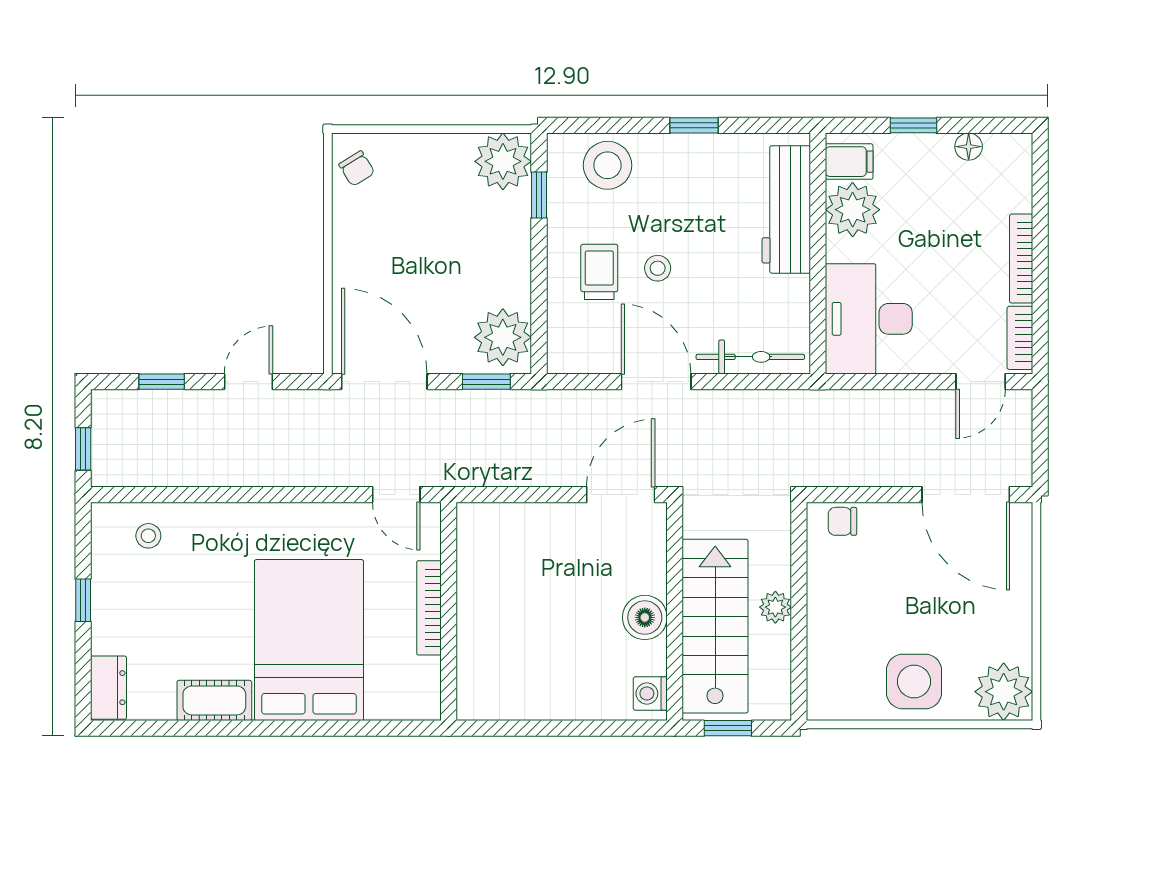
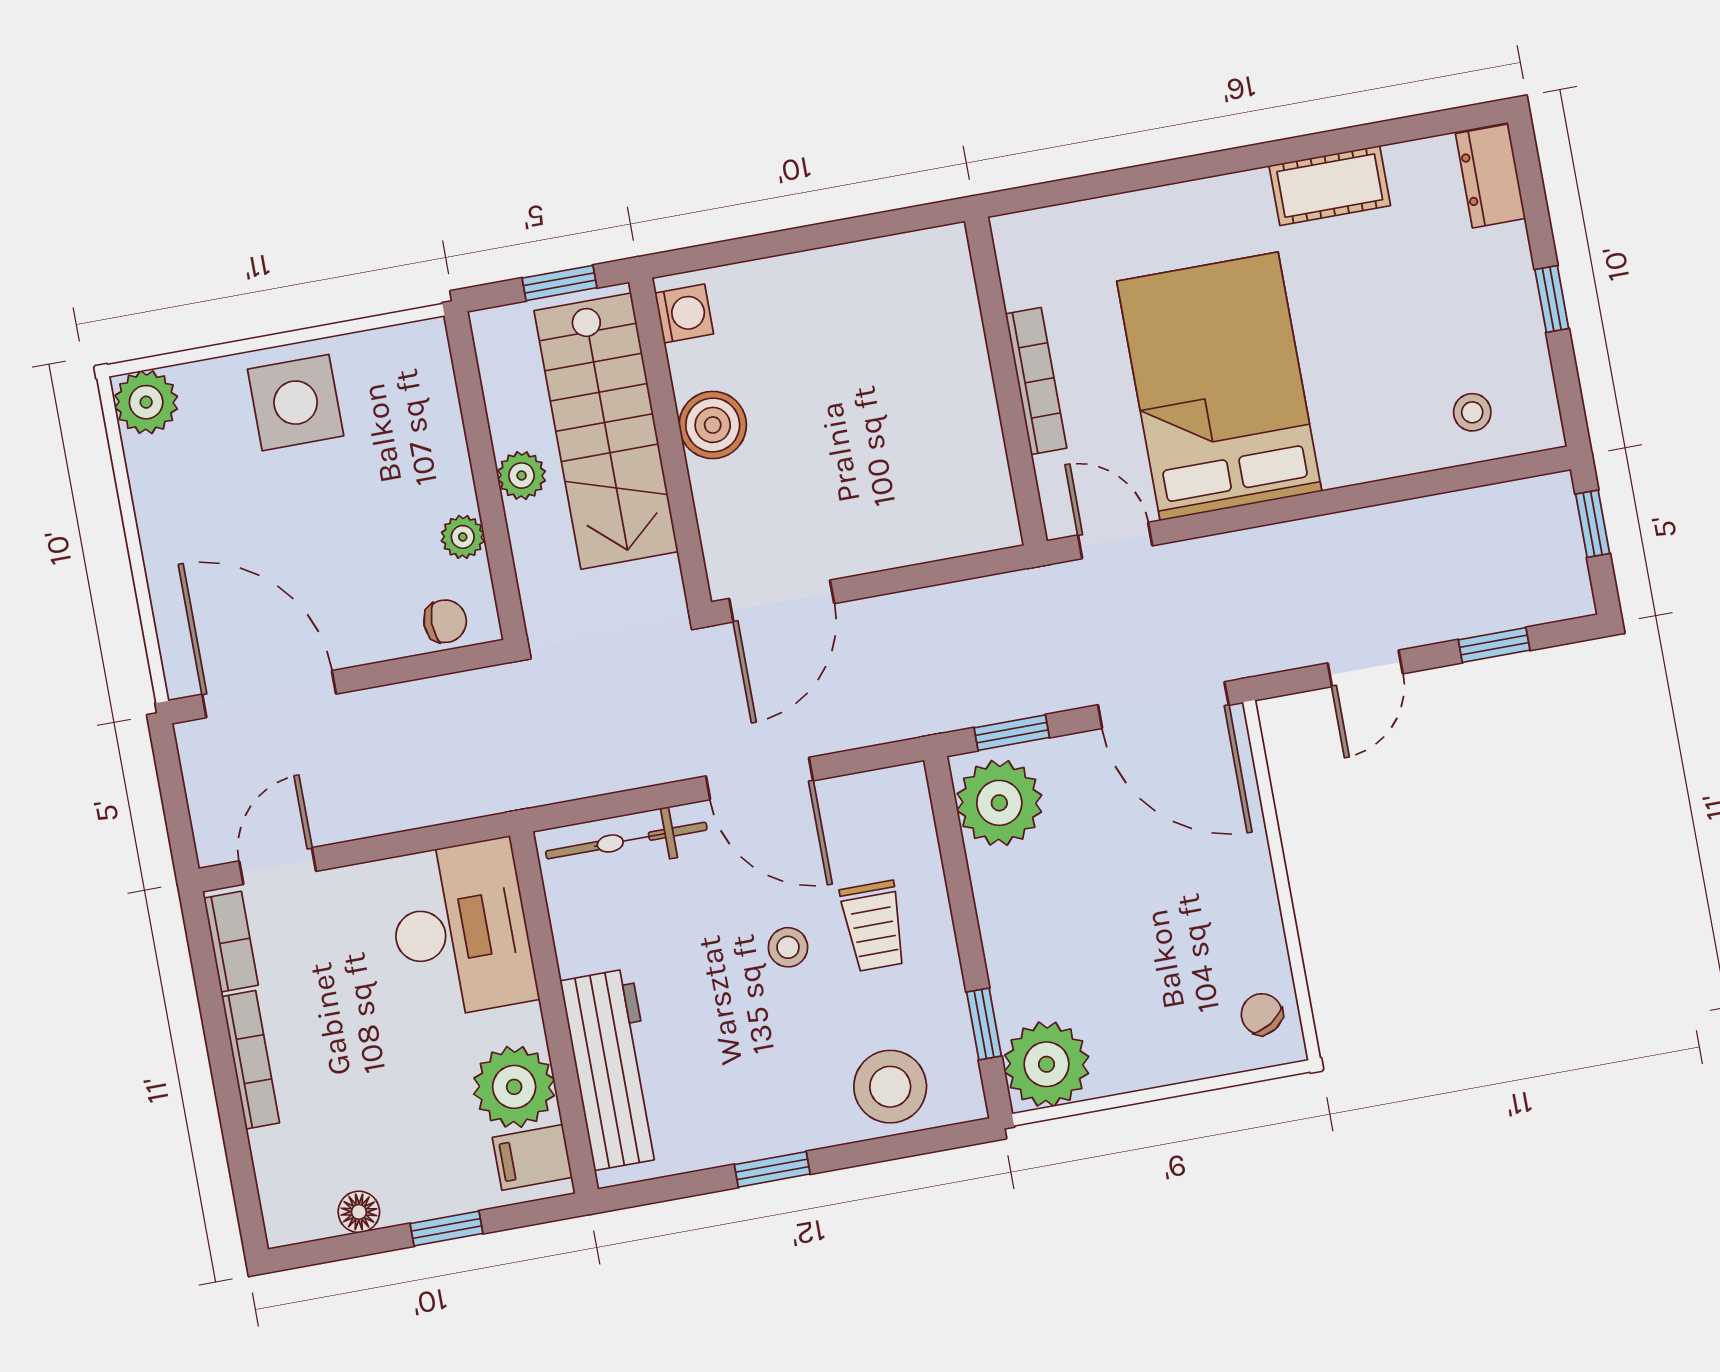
plant: (821, 574) -> (463, 537), added
bed: (309, 640) -> (1219, 386), moved, turned 180
plant: (1004, 692) -> (146, 402), width x0.73, depth x0.73

